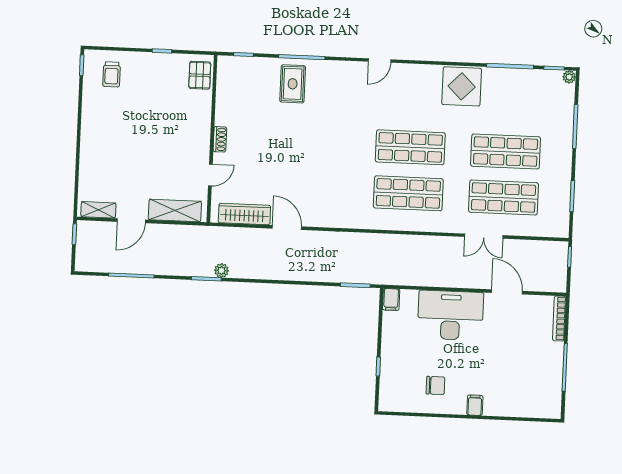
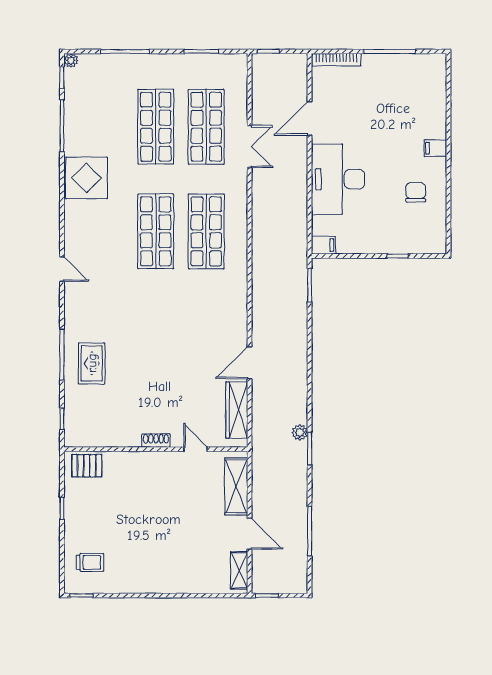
rug: (293, 84) -> (92, 363), turned 90

